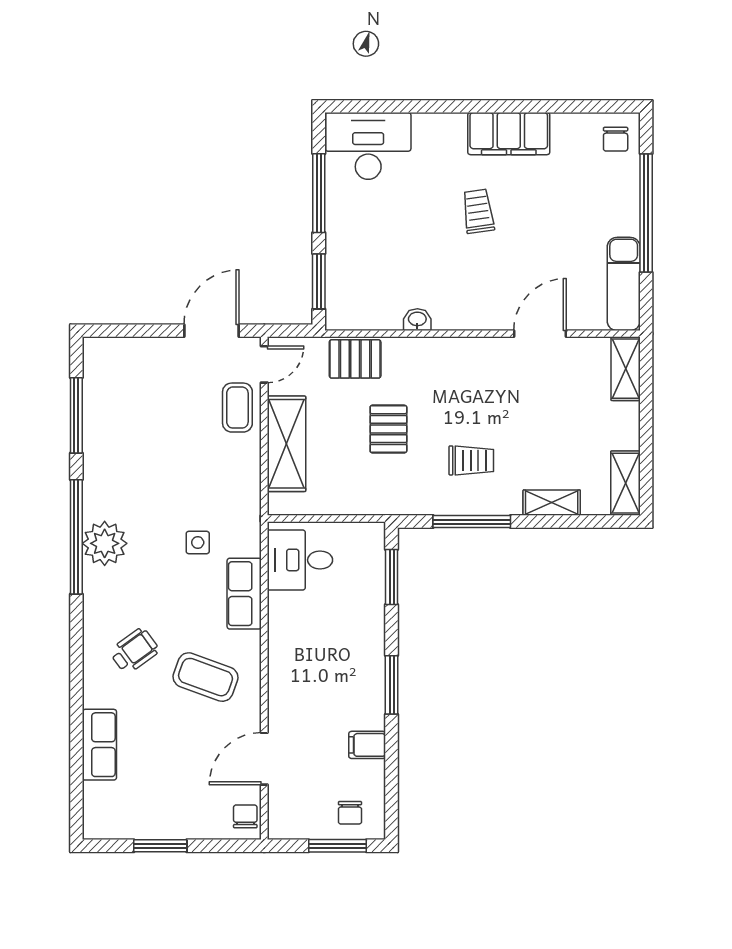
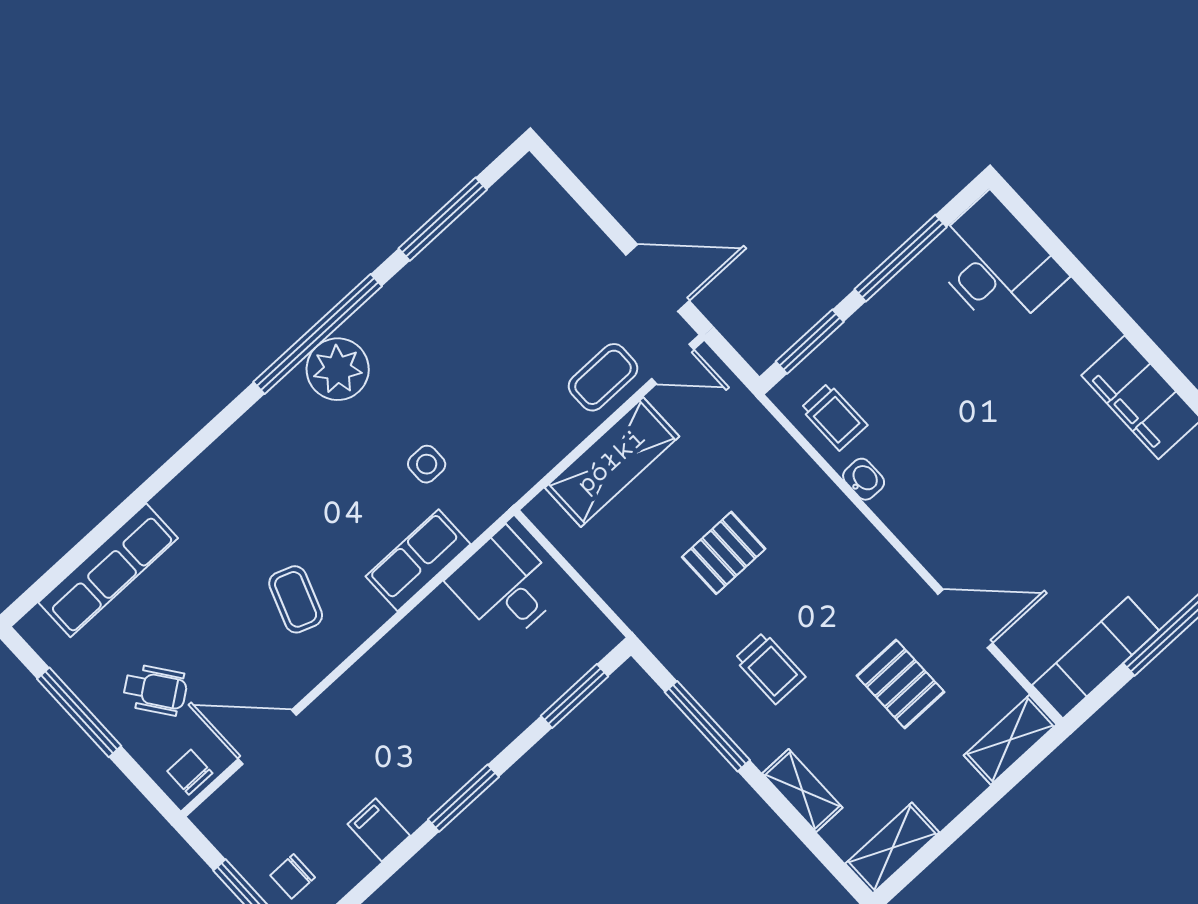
trolley: (478, 211) -> (834, 417), moved, turned 98
pallet: (355, 359) -> (900, 684), moved
wheelchair: (134, 651) -> (155, 690), moved
coffee table: (206, 677) -> (296, 599), width x0.73, depth x0.77
row of seats: (99, 745) -> (108, 570), width x1.48
chair: (245, 816) -> (190, 772), turned -90
window: (160, 846) -> (79, 712), width x1.44

